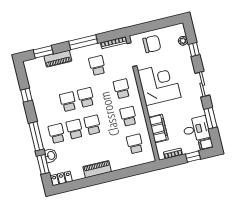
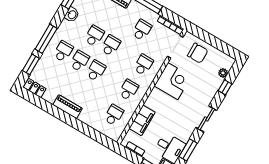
corner desk: (159, 84) -> (173, 81), width x0.74, depth x0.74
washbasin: (51, 156) -> (72, 15), moved

